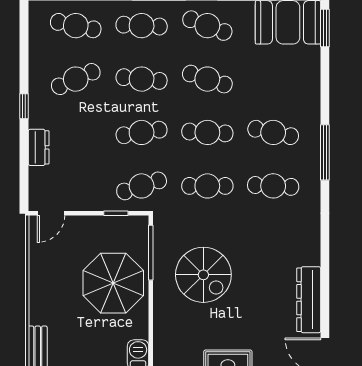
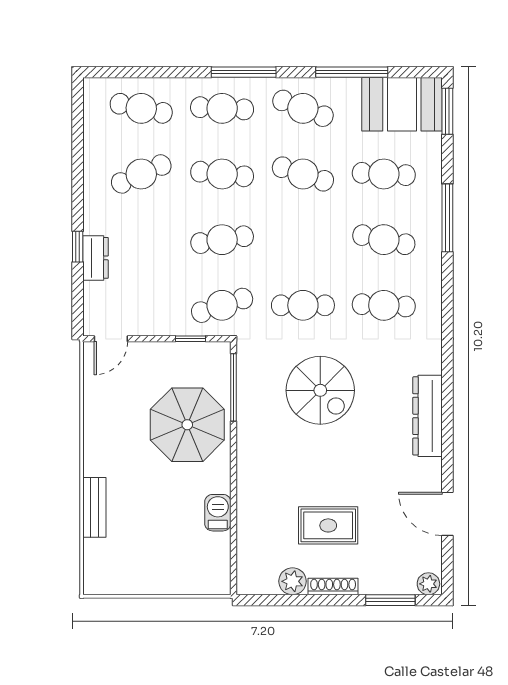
window: (24, 106) -> (78, 247), moved
cafe table: (207, 132) -> (384, 174), moved
window: (325, 152) -> (447, 218), moved
spiral stairs: (203, 275) -> (320, 390), moved
dresser: (309, 300) -> (427, 416), moved

